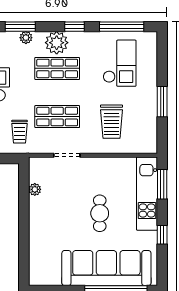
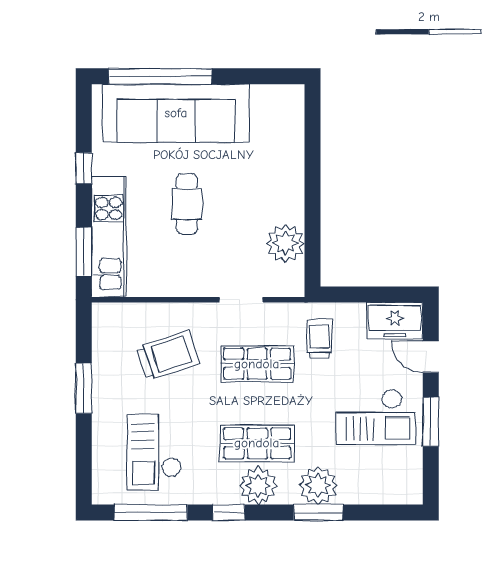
plant: (26, 38) -> (318, 485), width x1.88, depth x1.88
trolley: (111, 122) -> (167, 355), turned 72
plant: (35, 189) -> (285, 243), width x1.88, depth x1.88

